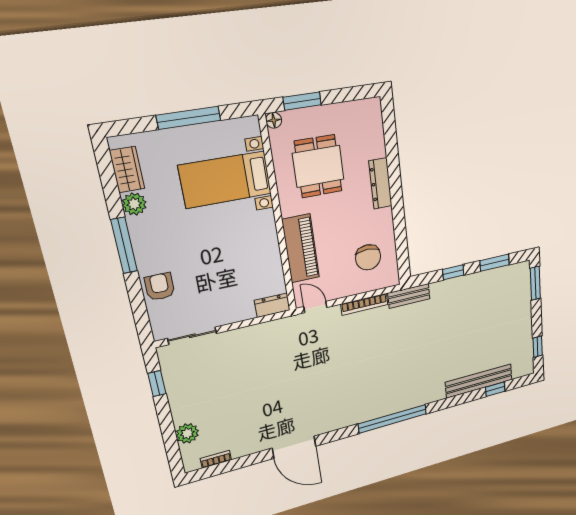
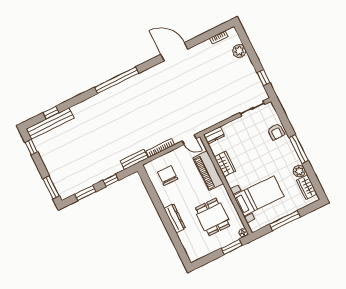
wardrobe: (269, 253) -> (225, 164), added
bench: (479, 381) -> (50, 124), moved

